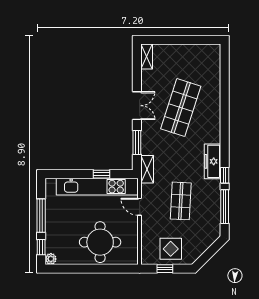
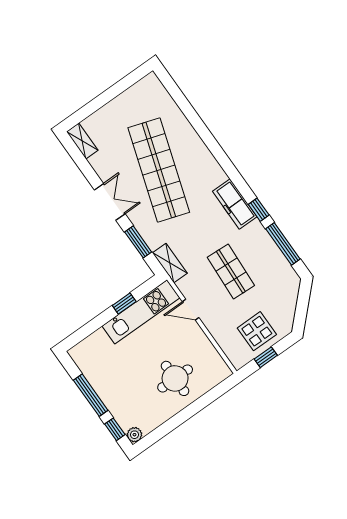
shop shelf: (181, 108) -> (159, 170), width x1.40
kitchen unit: (97, 187) -> (141, 312), width x0.73
round table: (100, 242) -> (175, 378), width x0.73, depth x0.73

